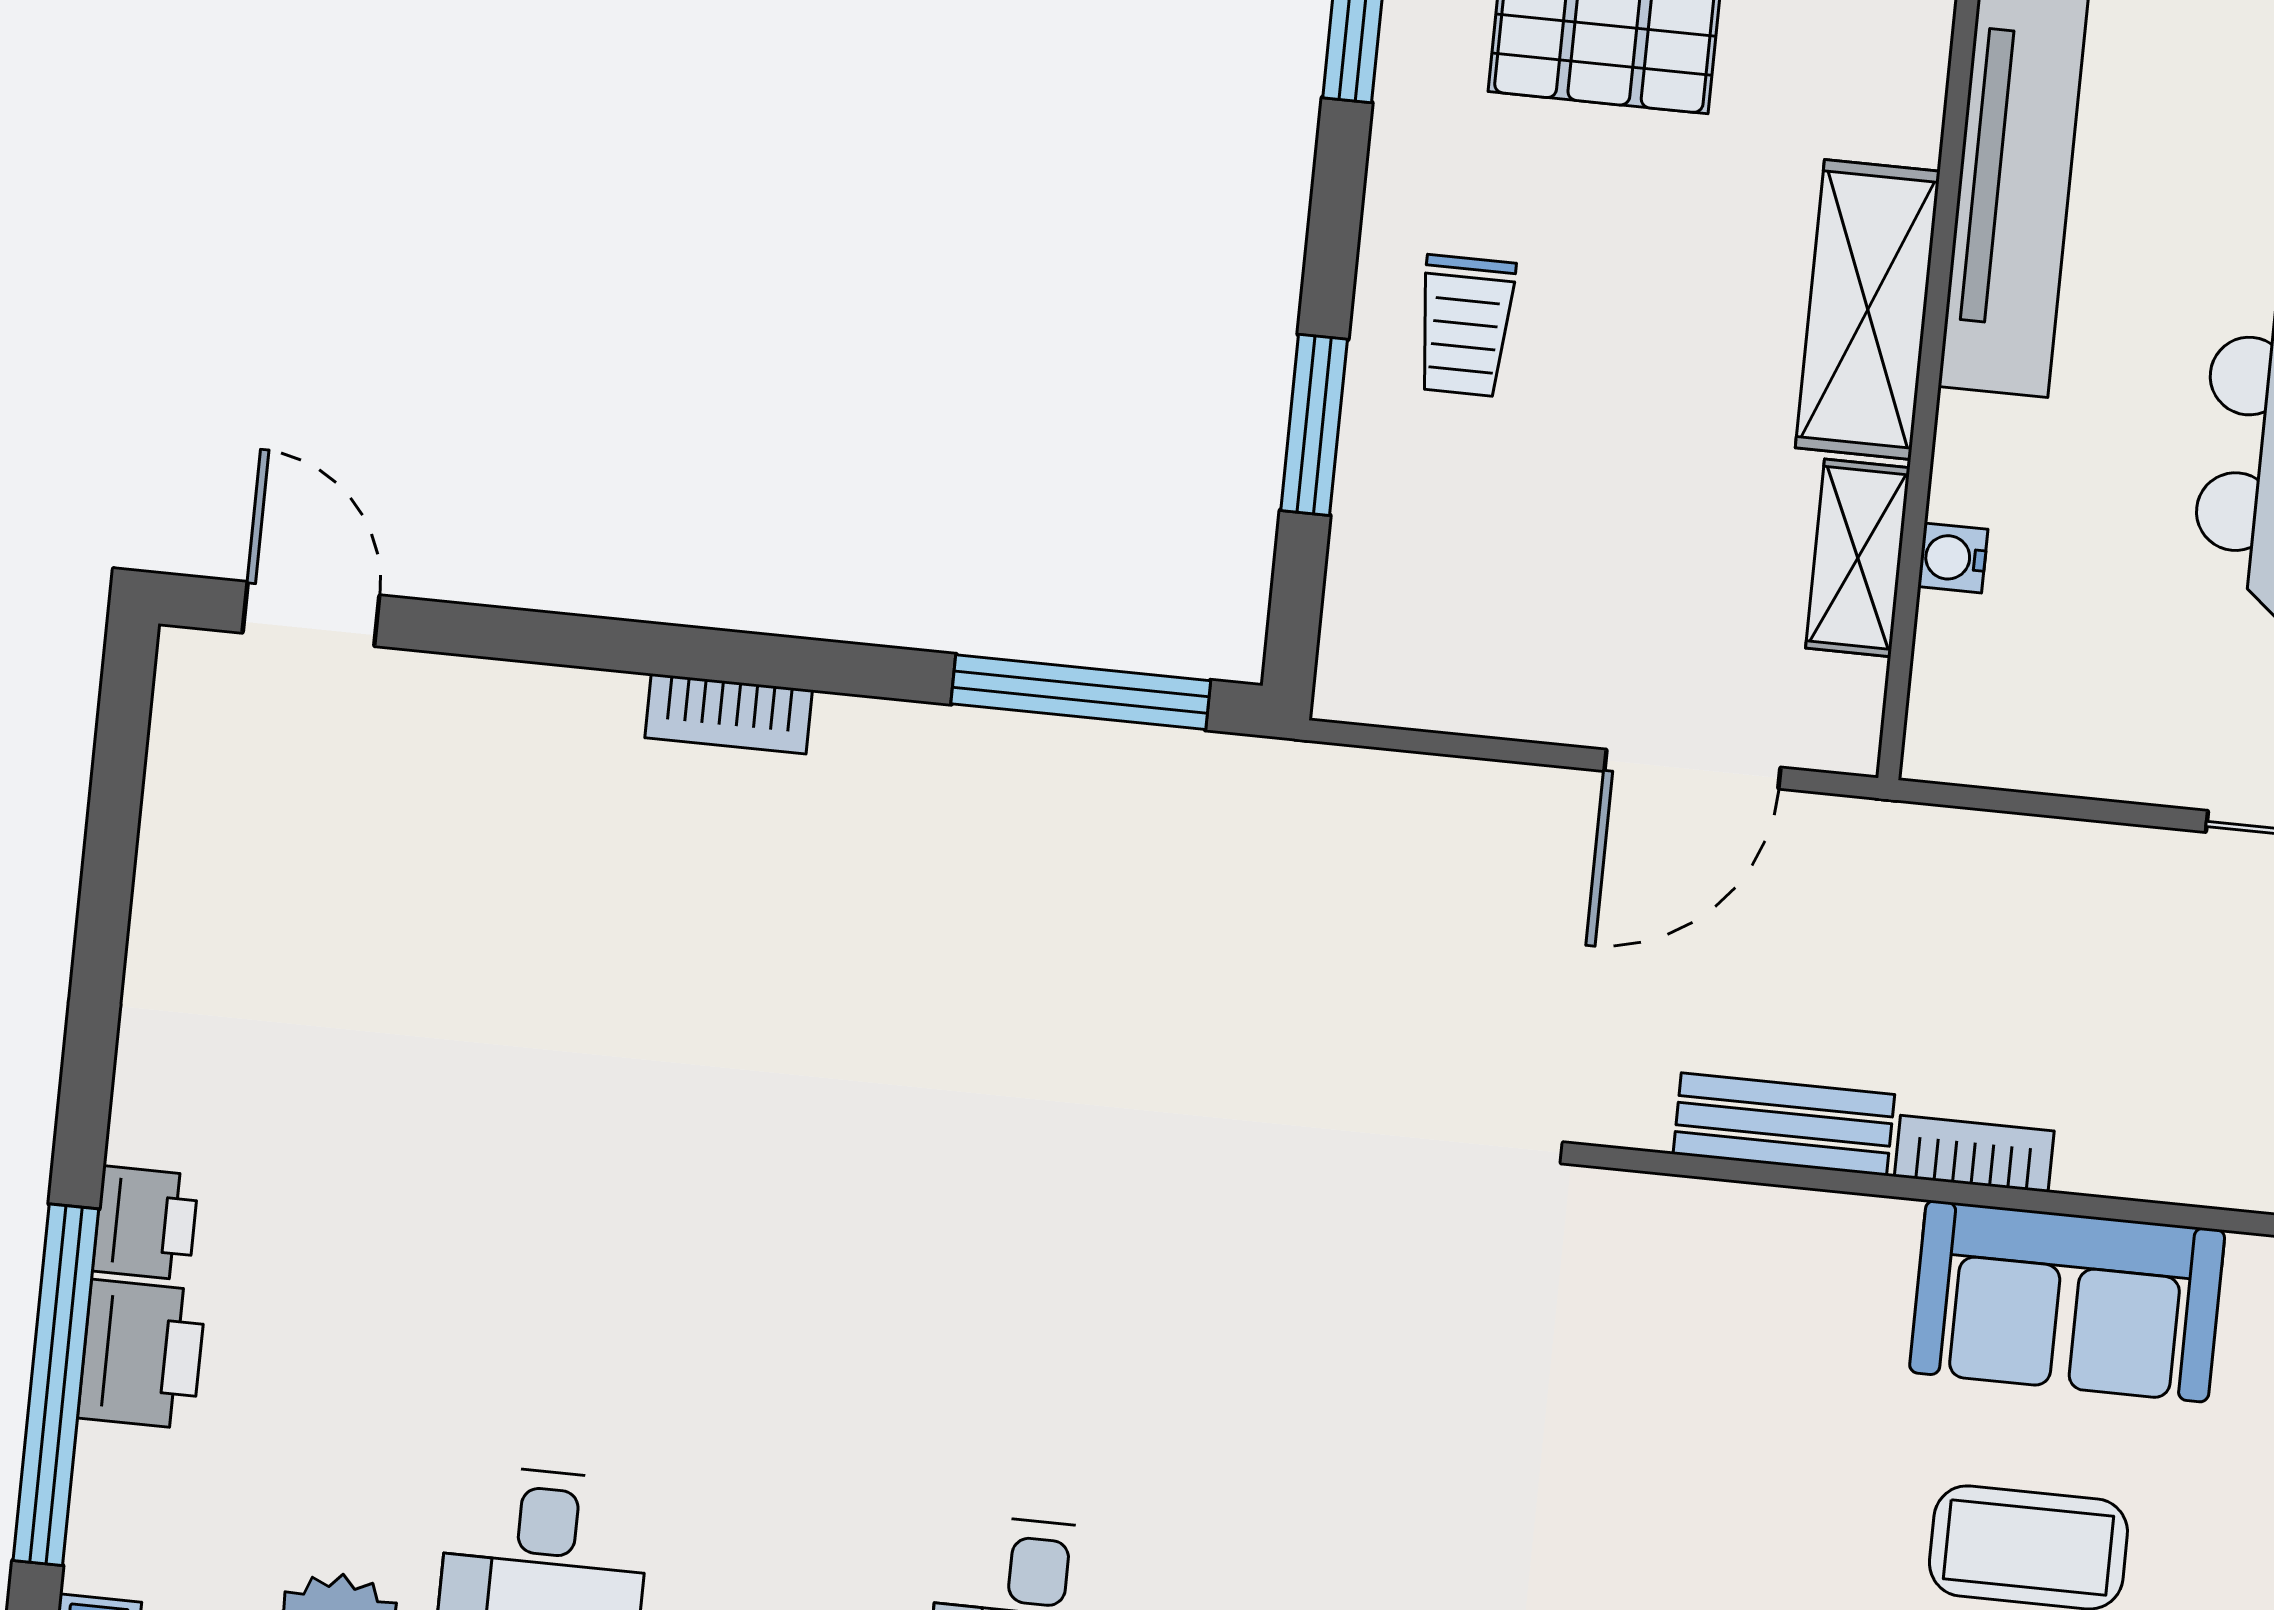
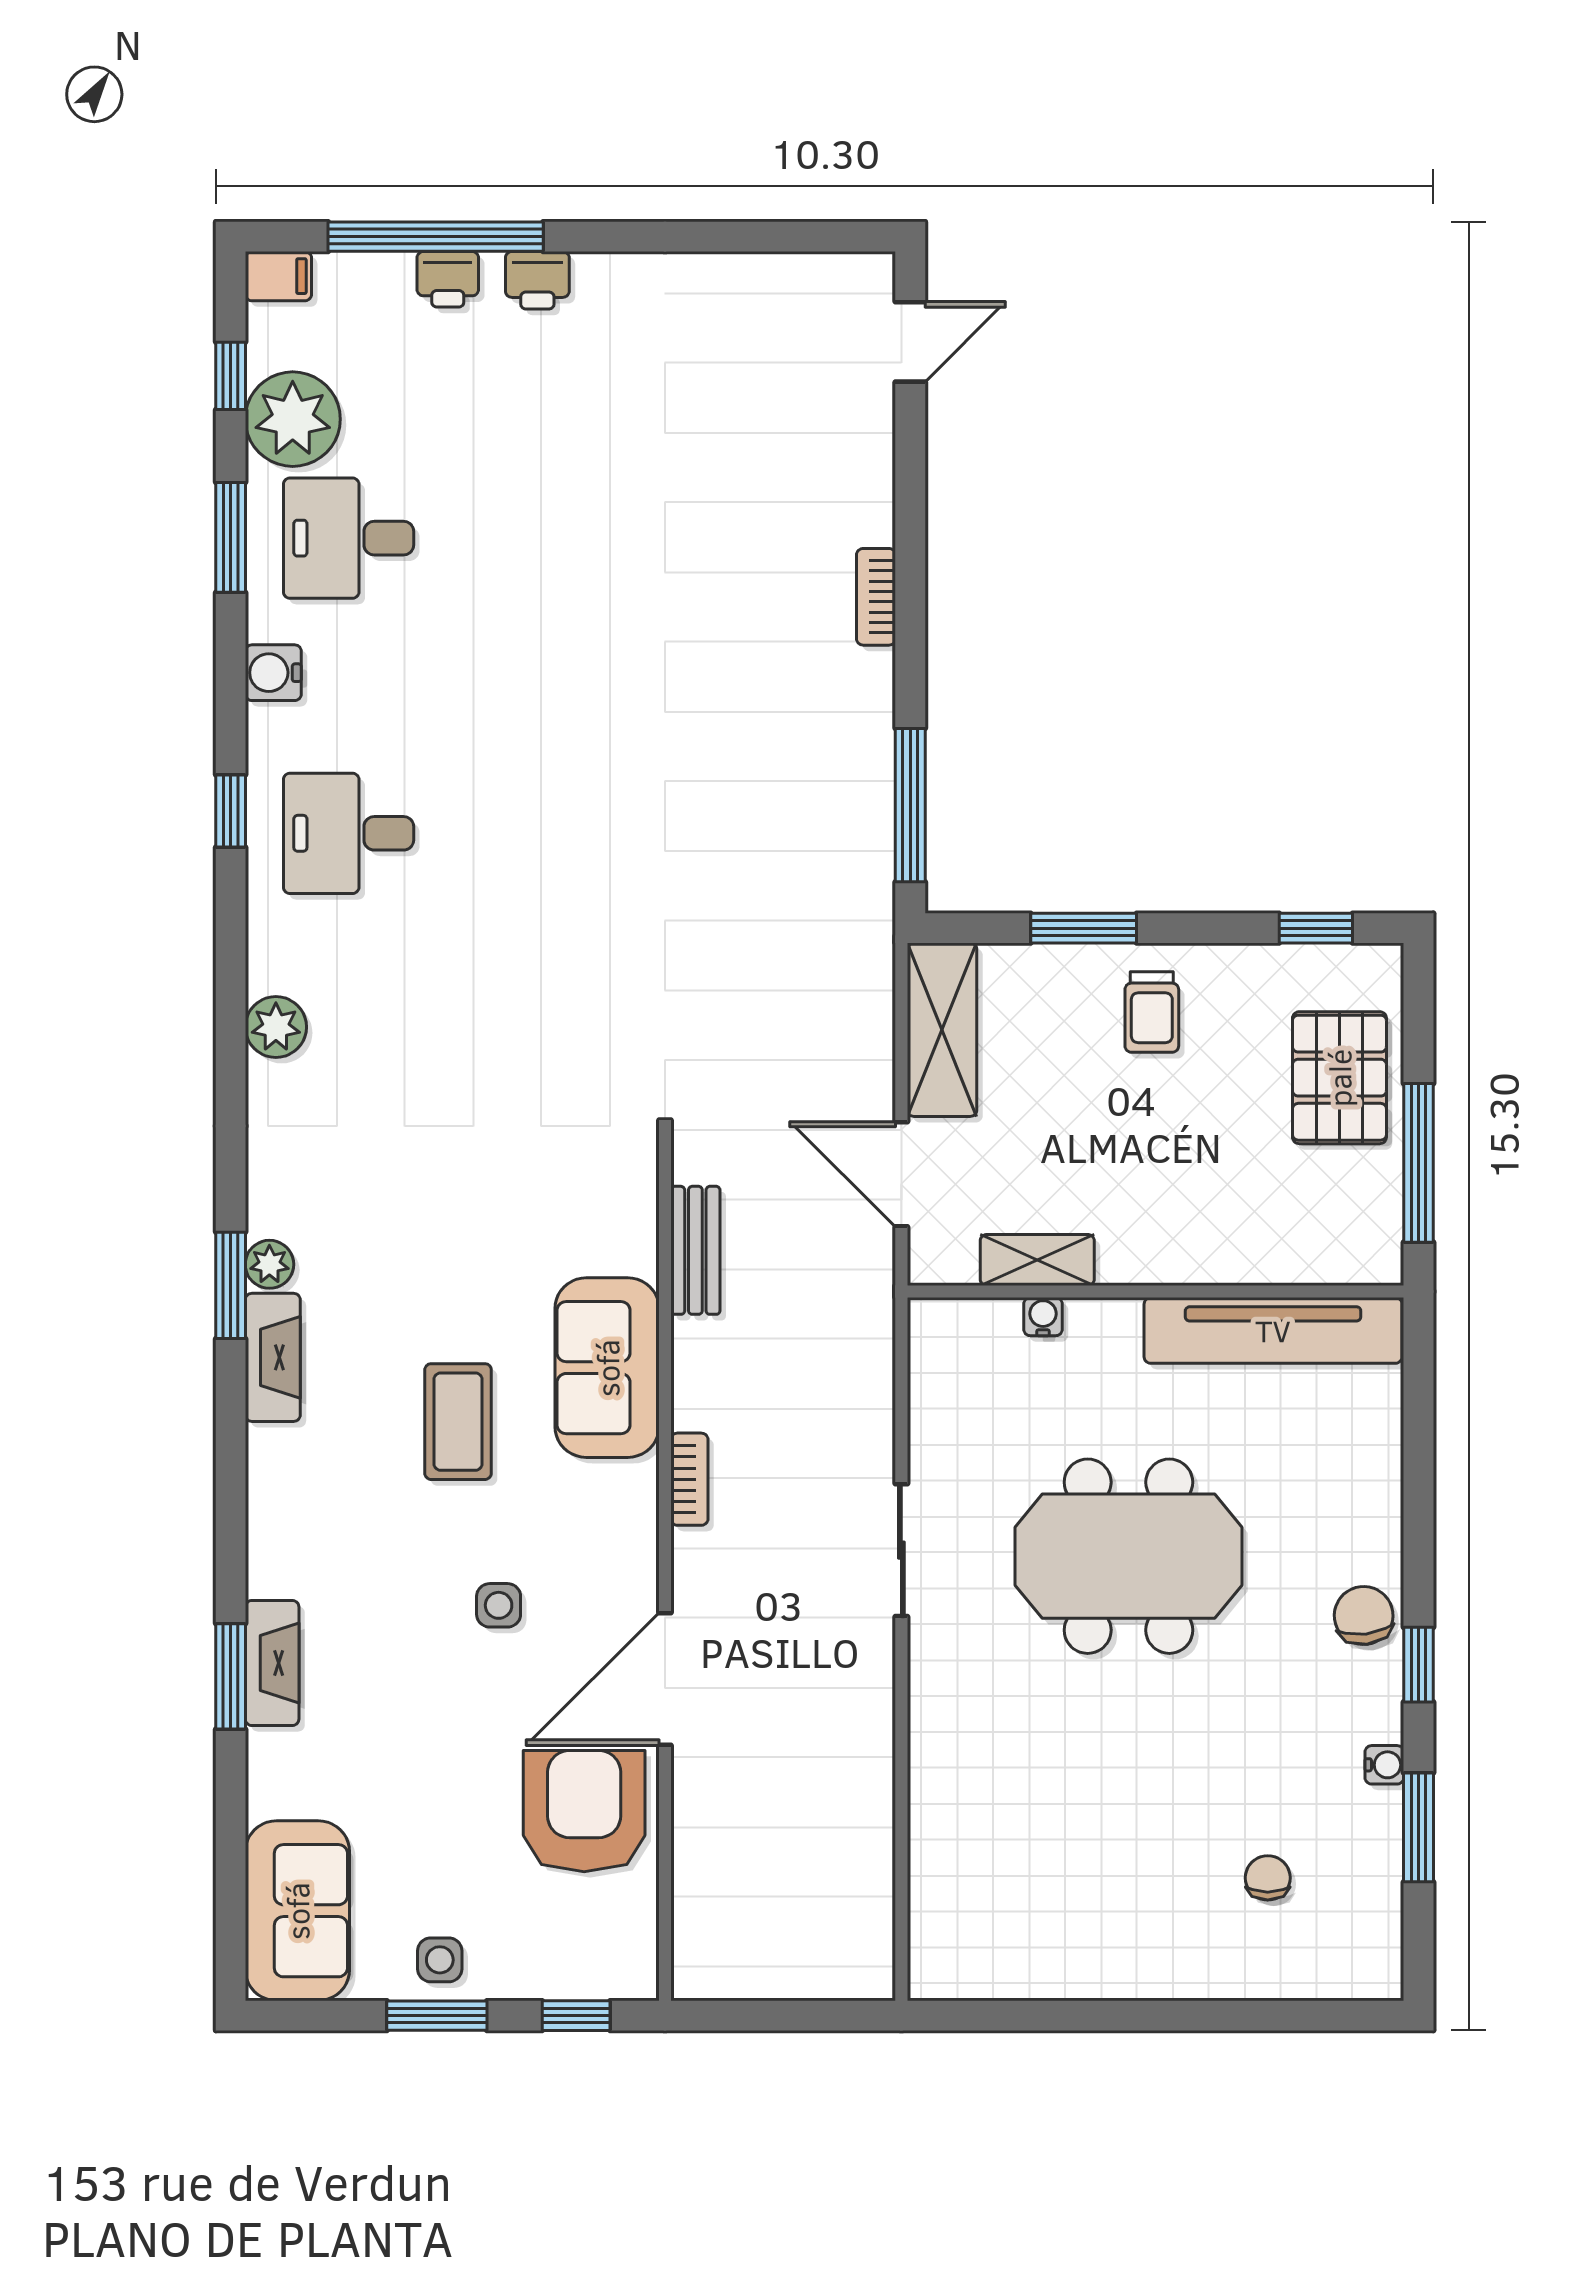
shelving: (1868, 310) -> (942, 1030), moved, turned 90
trolley: (1465, 326) -> (1152, 1012), turned -90
bookcase: (1974, 1154) -> (689, 1479), moved
sofa: (2067, 1301) -> (607, 1368), moved
printer: (142, 1354) -> (448, 279), width x0.73, depth x0.81

